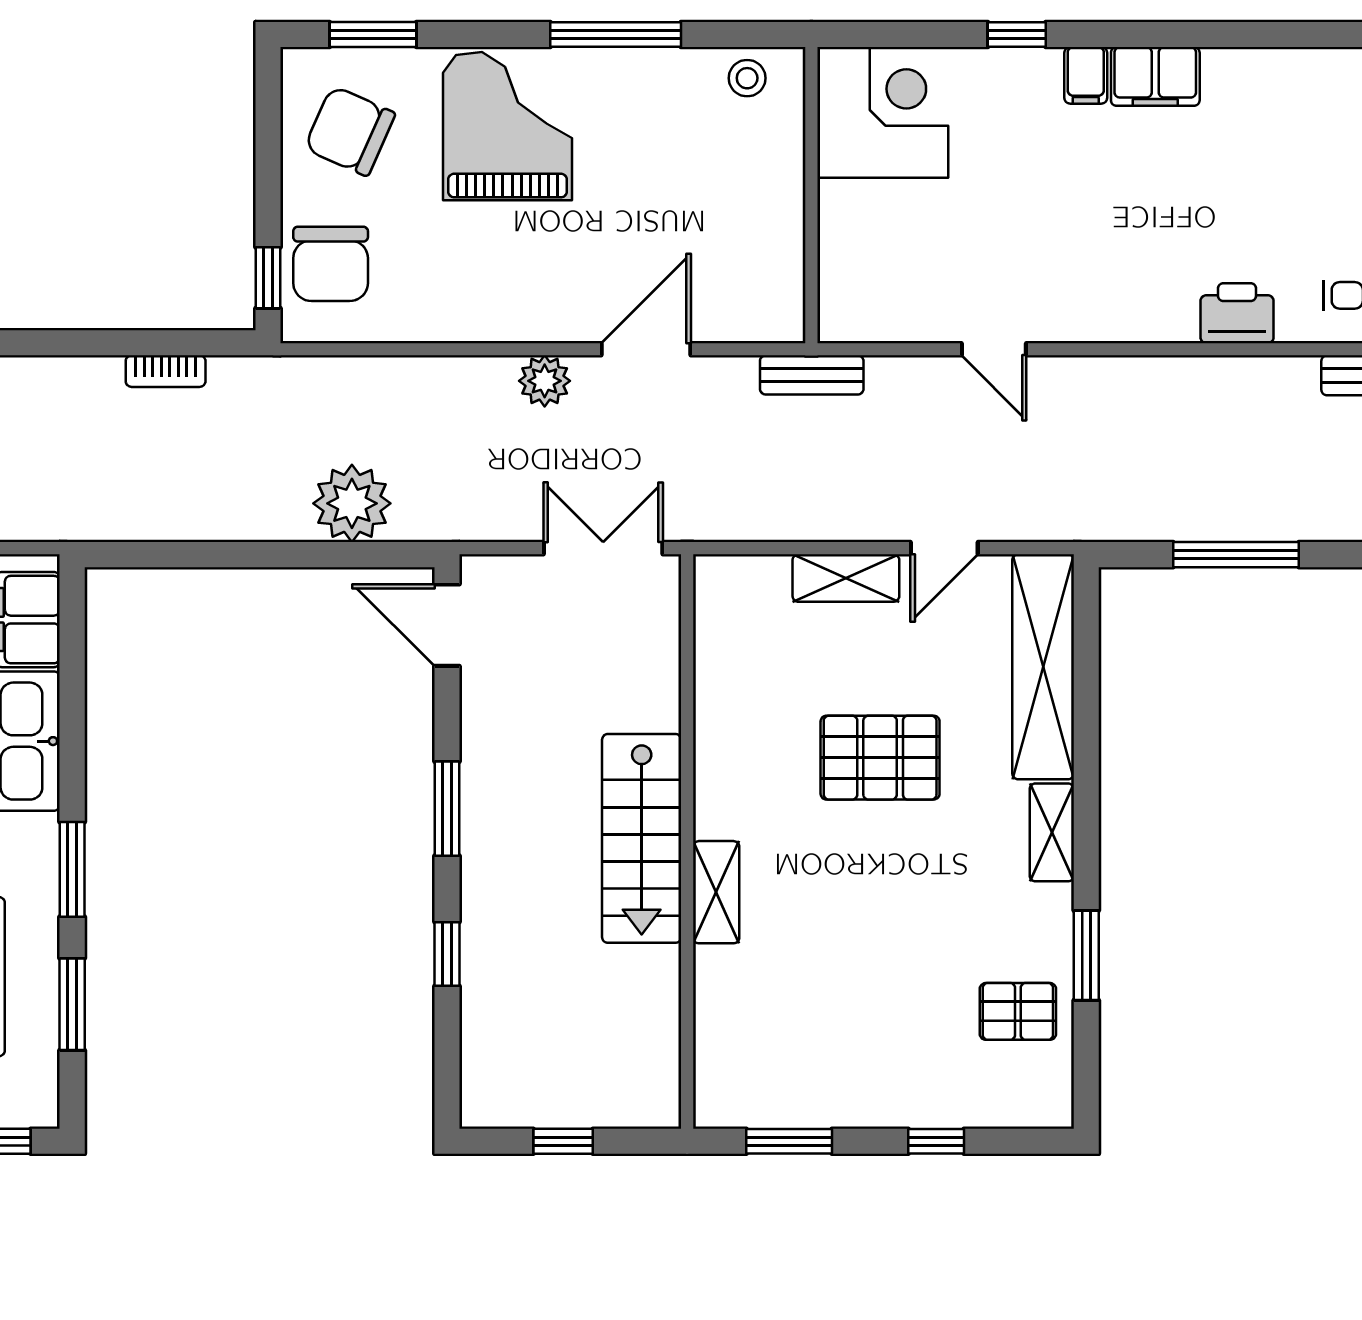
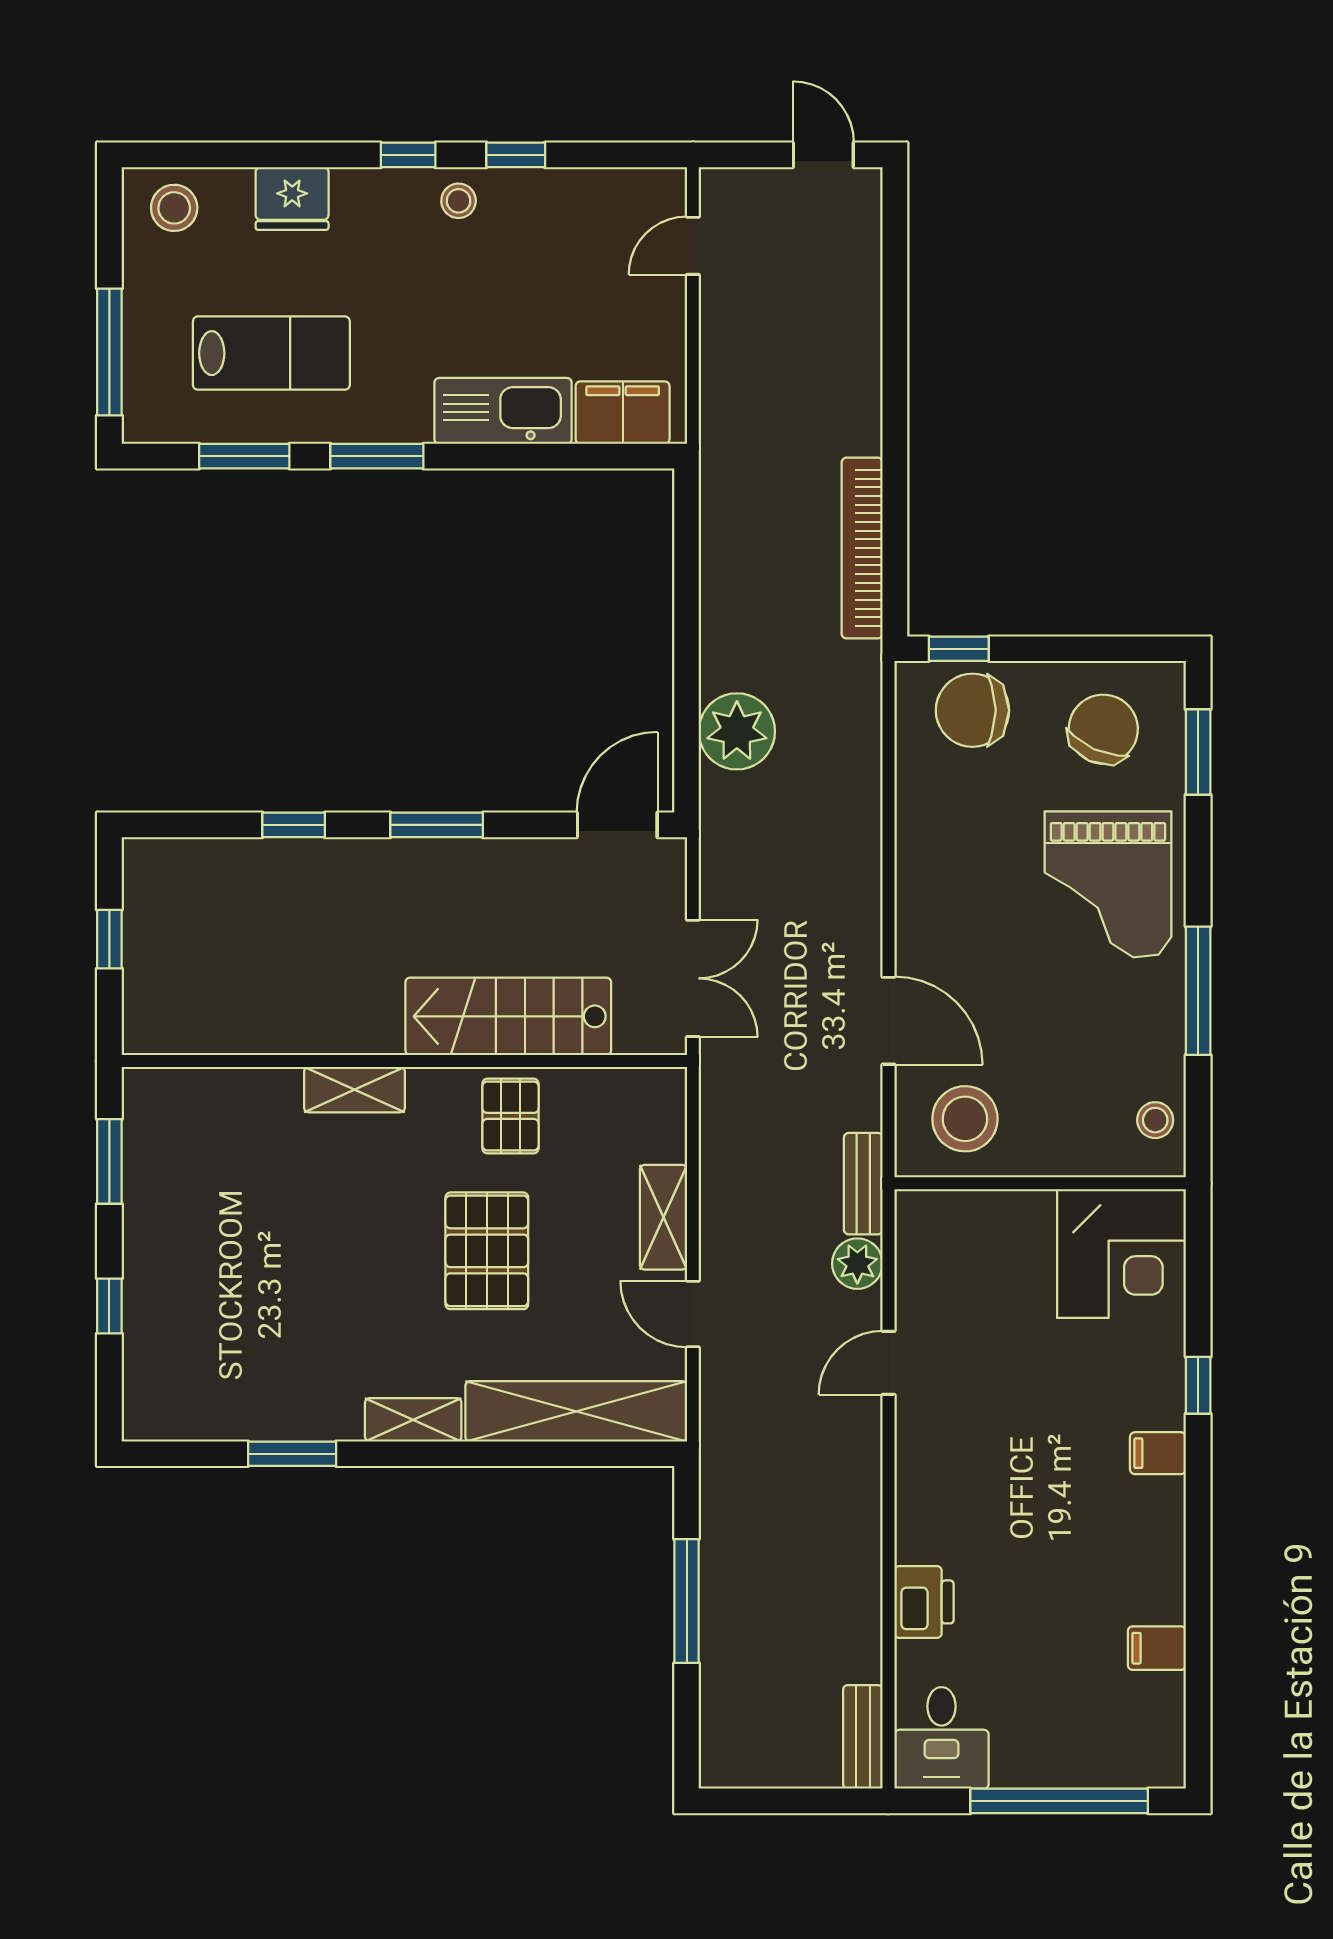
filing cabinet: (1155, 76) -> (1157, 1648), moved, width x0.50
grand piano: (508, 126) -> (1108, 884), turned 90
stool: (746, 271) -> (965, 1119), added
bookcase: (166, 371) -> (862, 548), width x2.31, depth x1.31
plant: (545, 381) -> (857, 1264), moved
stairs: (642, 838) -> (508, 1016), moved
pallet: (1018, 1011) -> (510, 1116), moved

